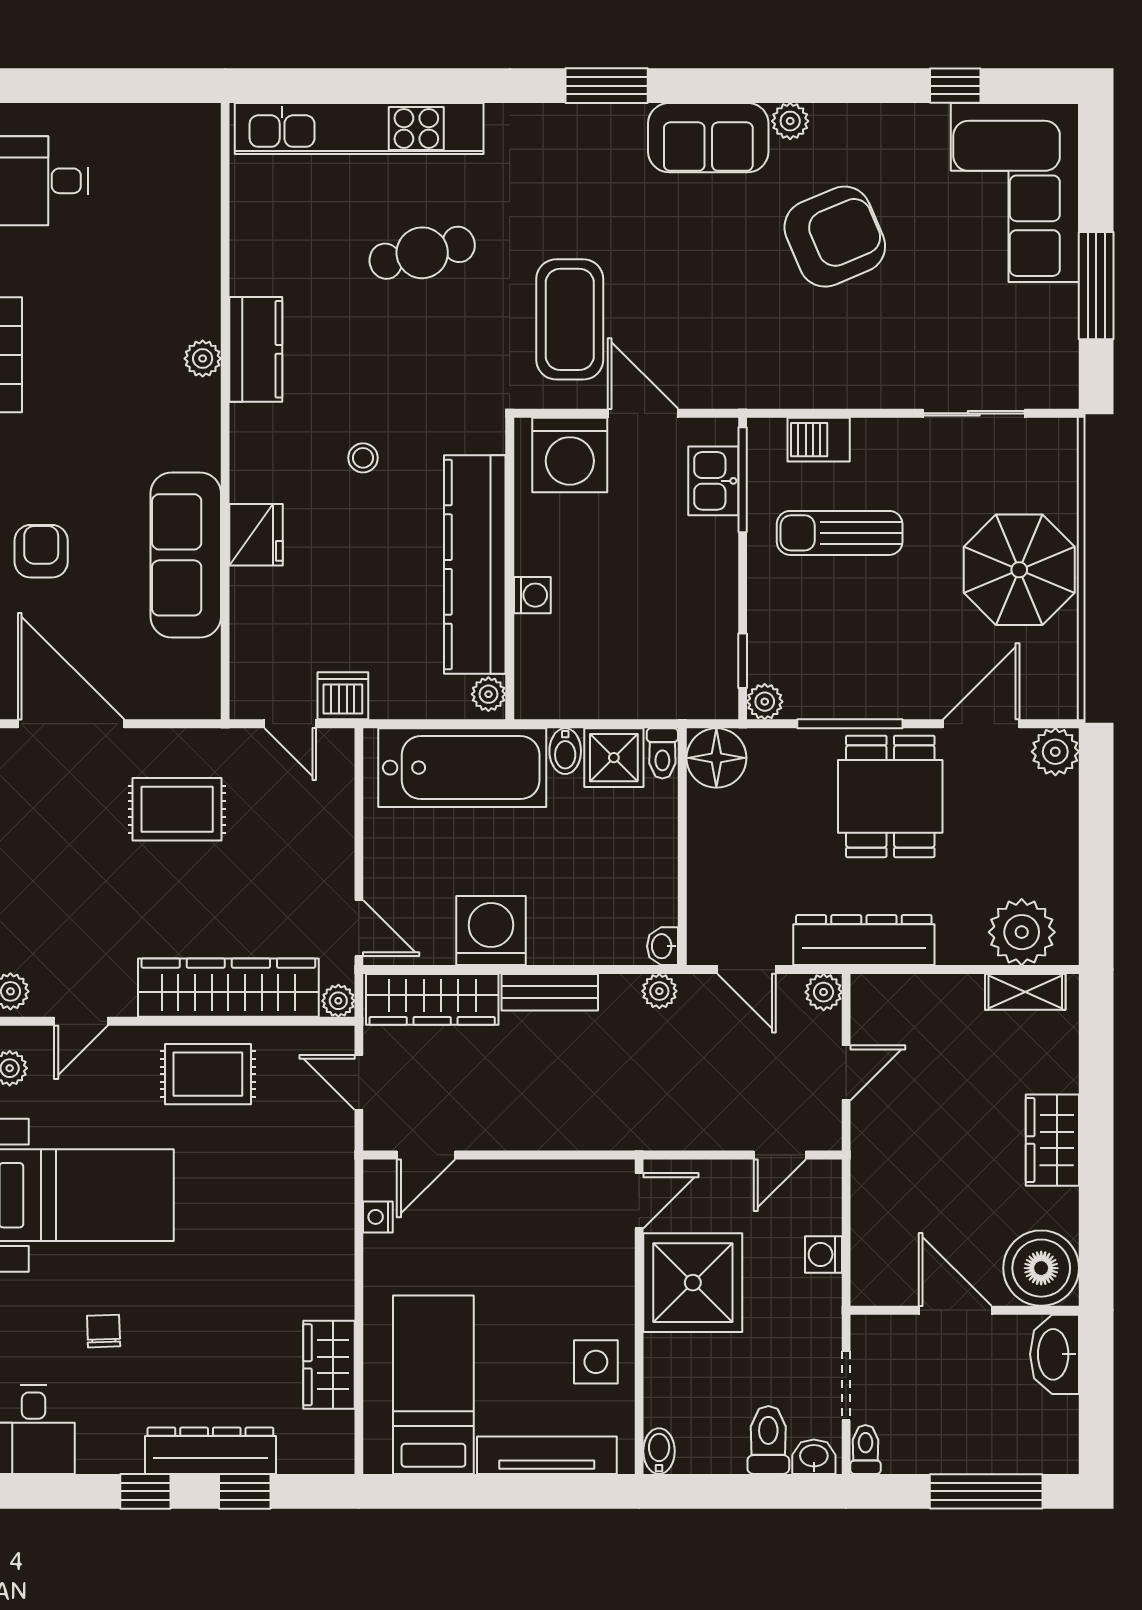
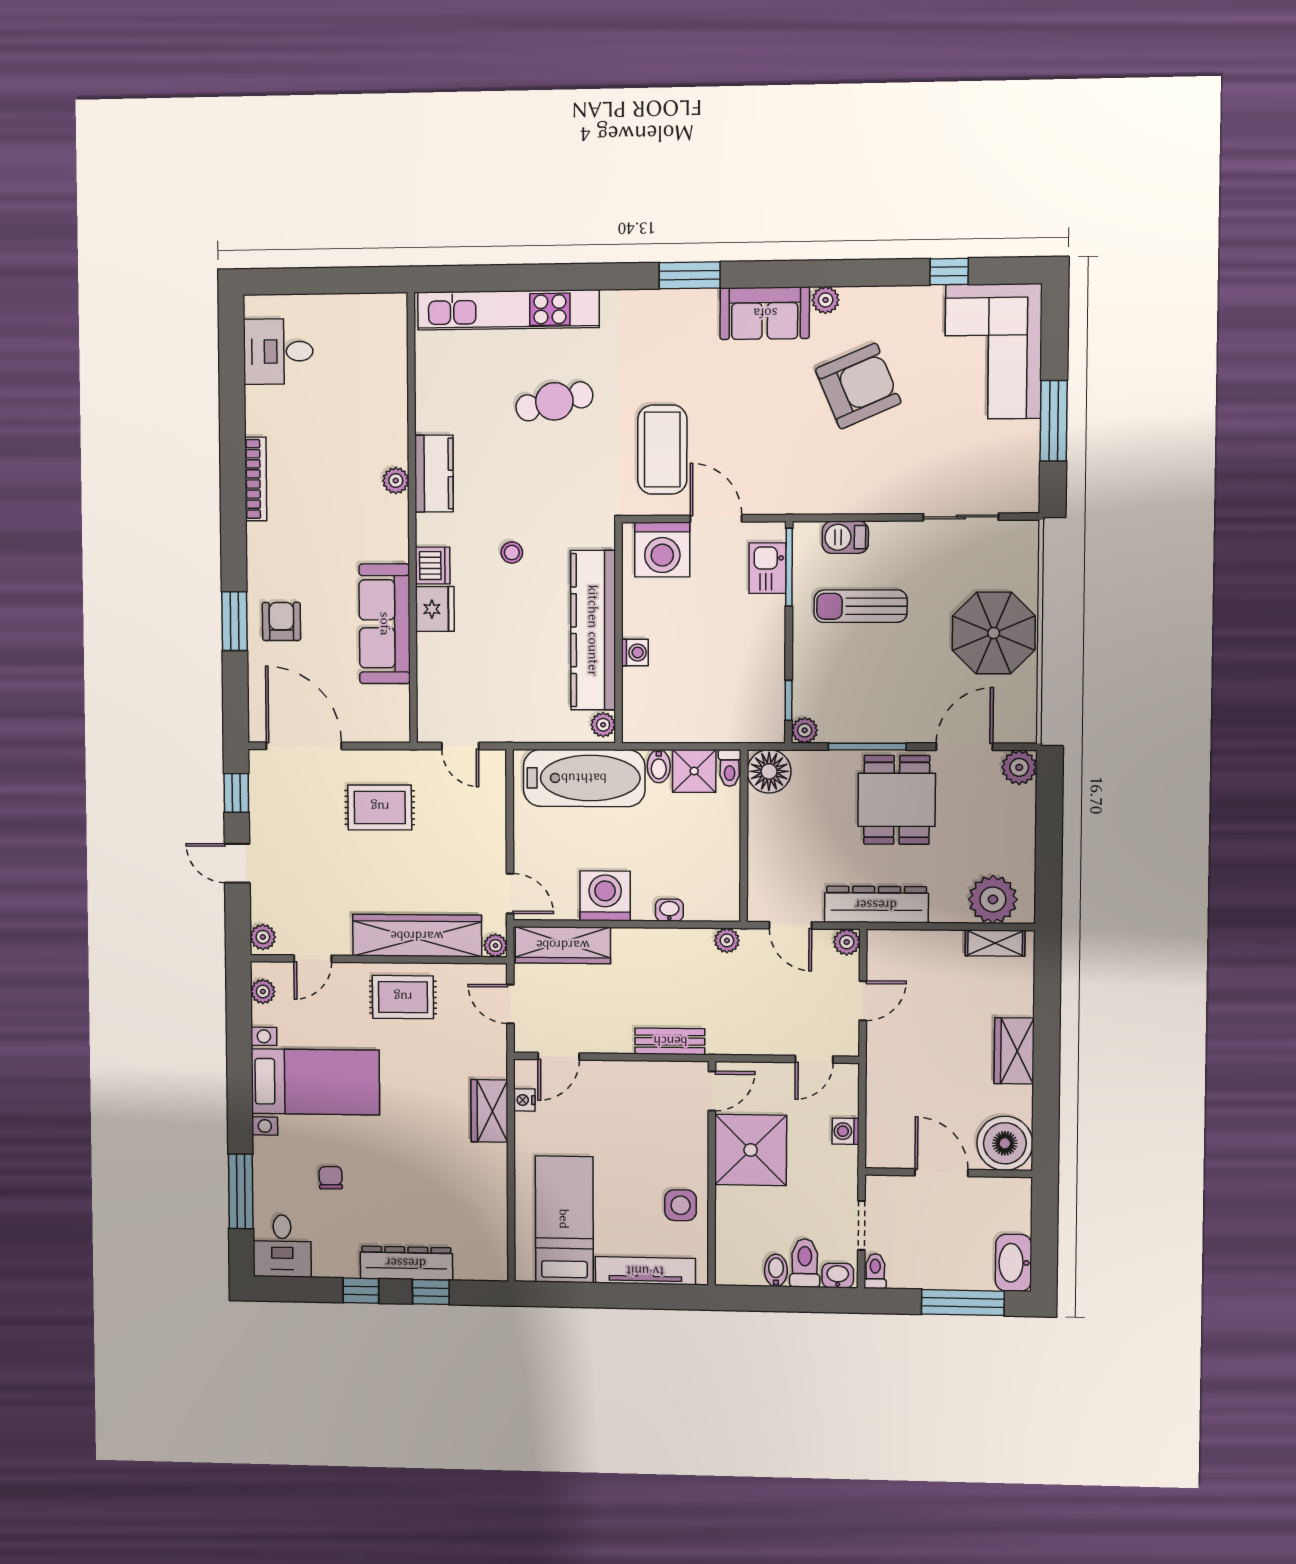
dishwasher: (343, 696) -> (433, 566), moved, turned 90
washbasin: (662, 946) -> (669, 910), moved, turned 90
bench: (550, 992) -> (670, 1041), moved
washbasin: (1055, 1354) -> (1013, 1263), moved
wardrobe: (329, 1365) -> (489, 1111), moved
bidet: (659, 1451) -> (776, 1270), moved

